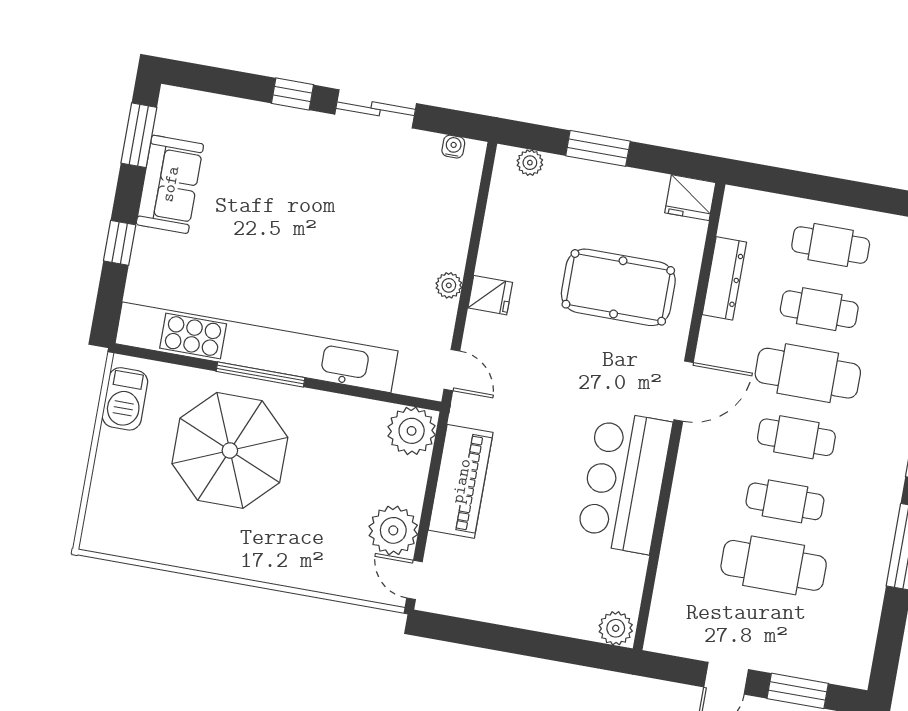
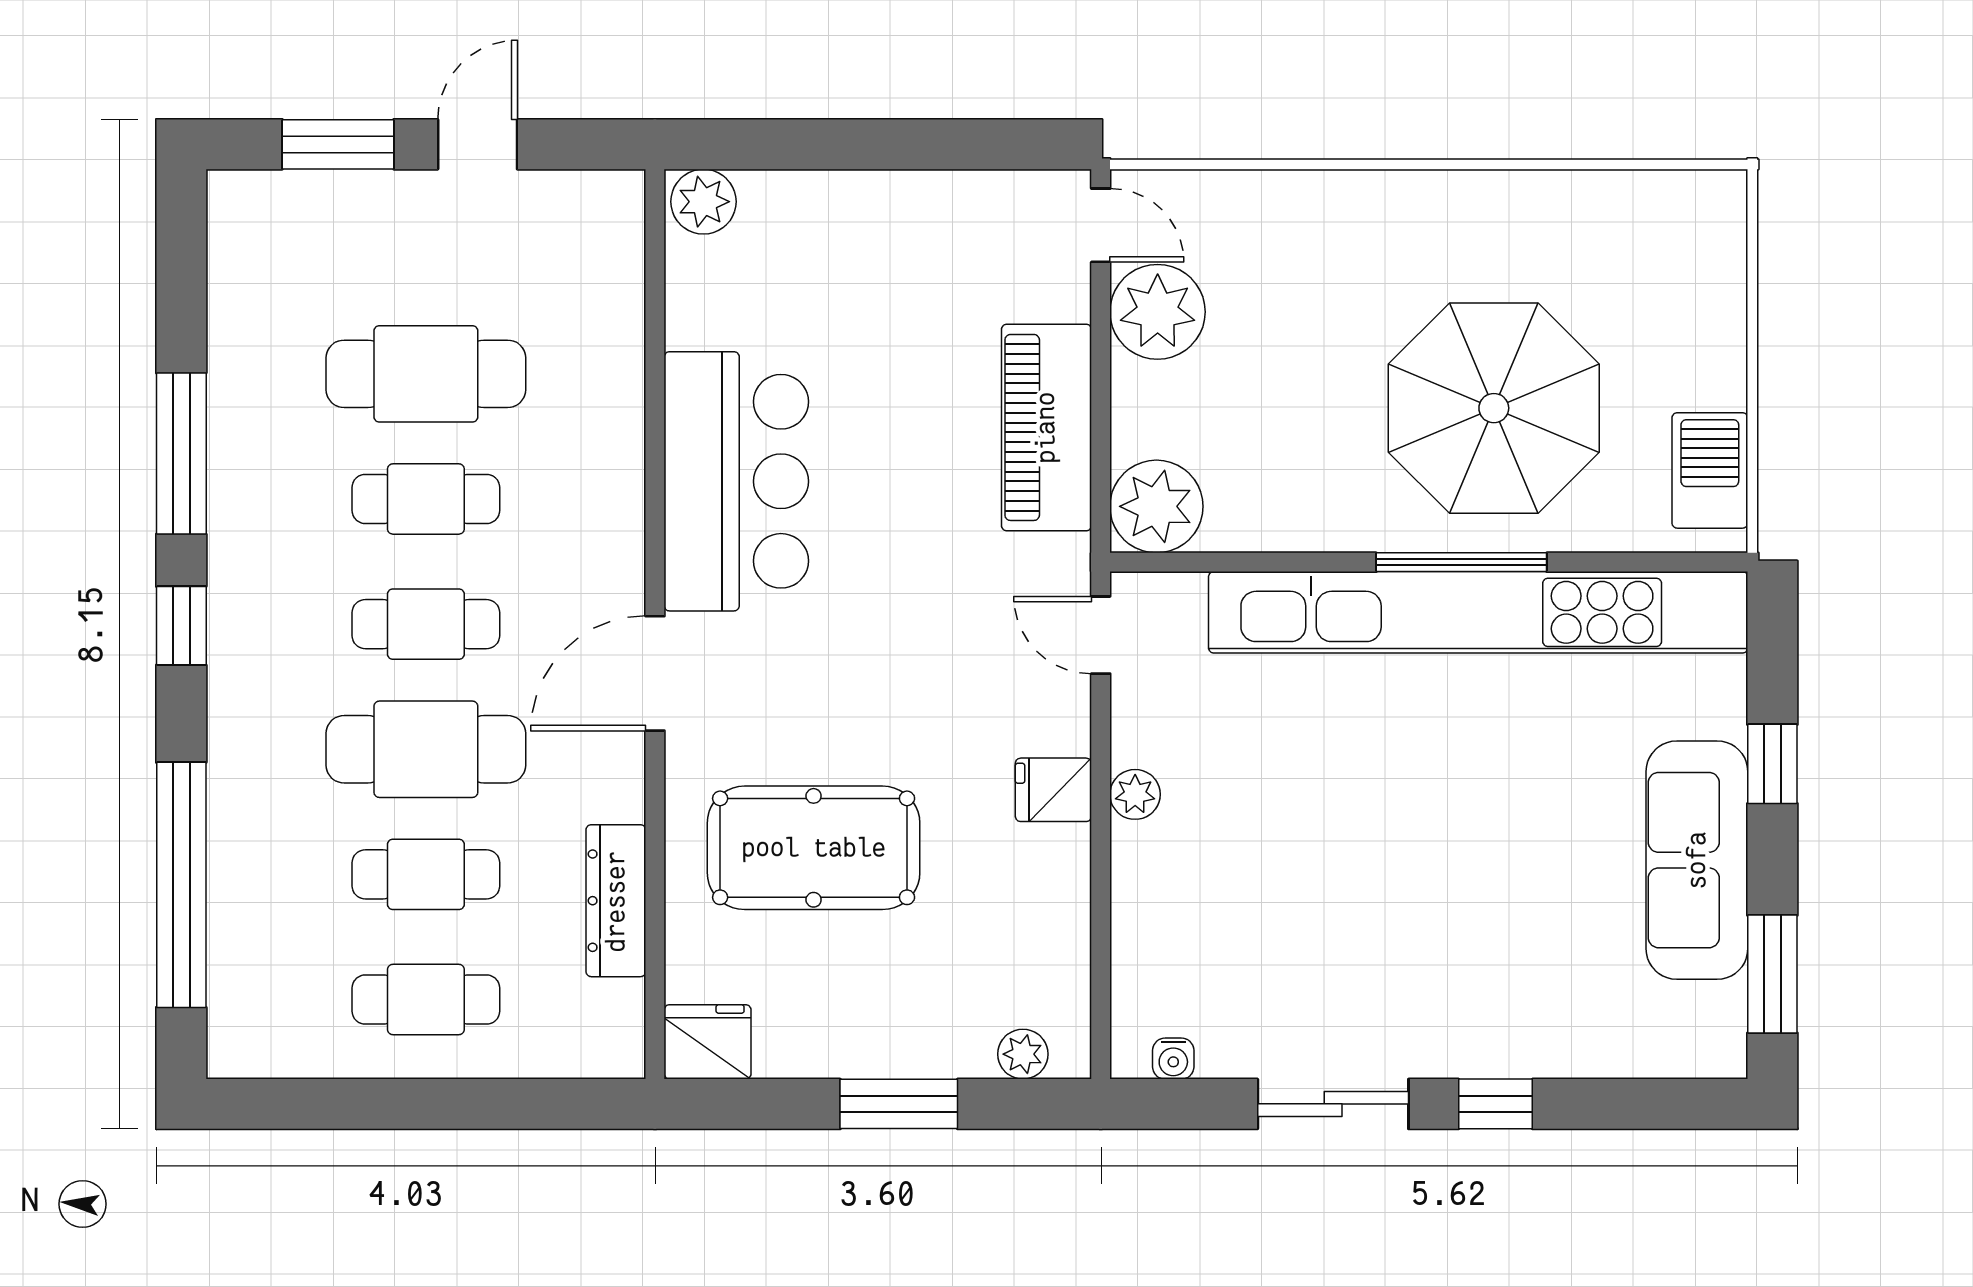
sofa: (170, 184) -> (1697, 860), width x1.36

